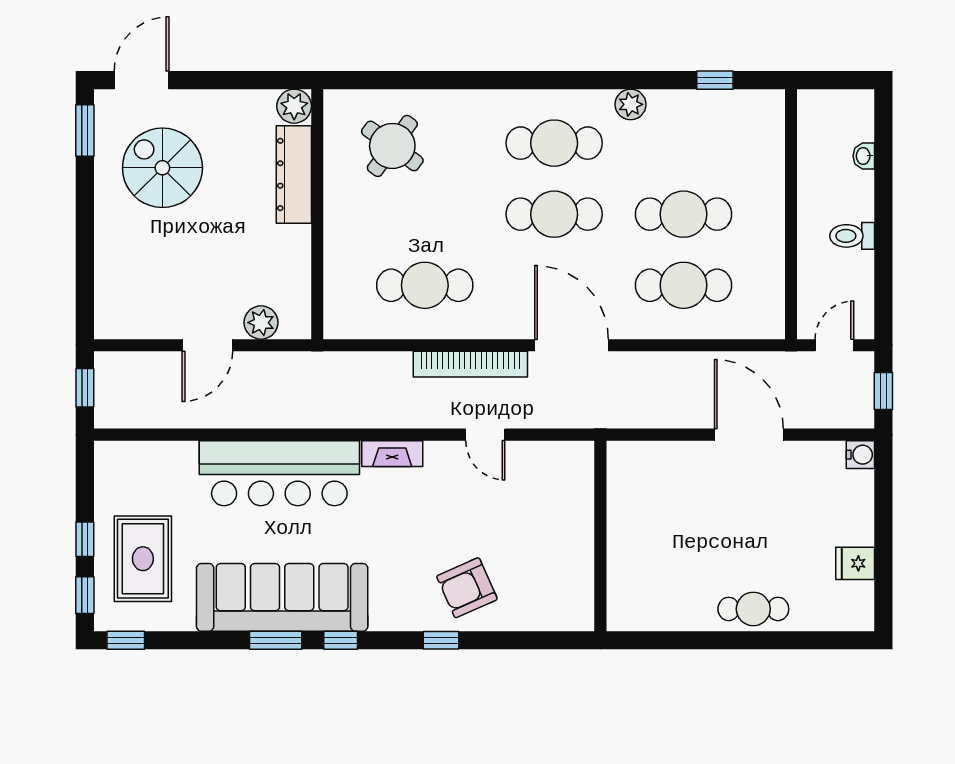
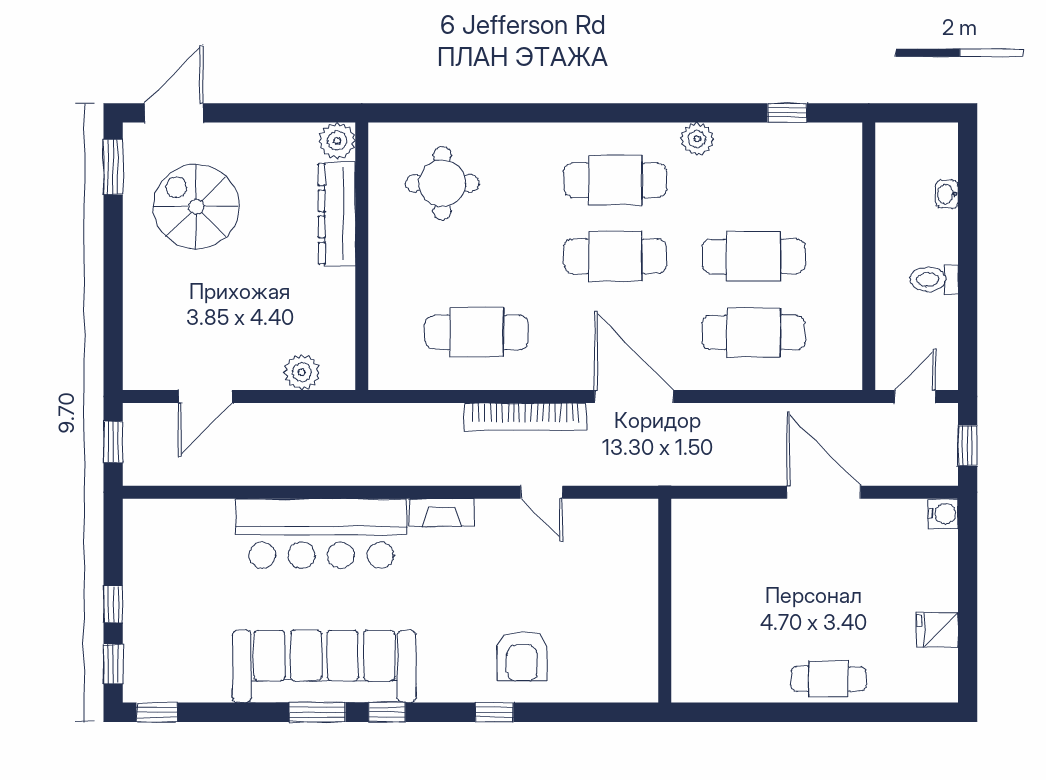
round table: (392, 146) -> (442, 183), turned -36
door: (207, 345) -> (205, 397), moved
rug: (143, 559) -> (175, 625), removed
armchair: (467, 588) -> (522, 656), turned -66

